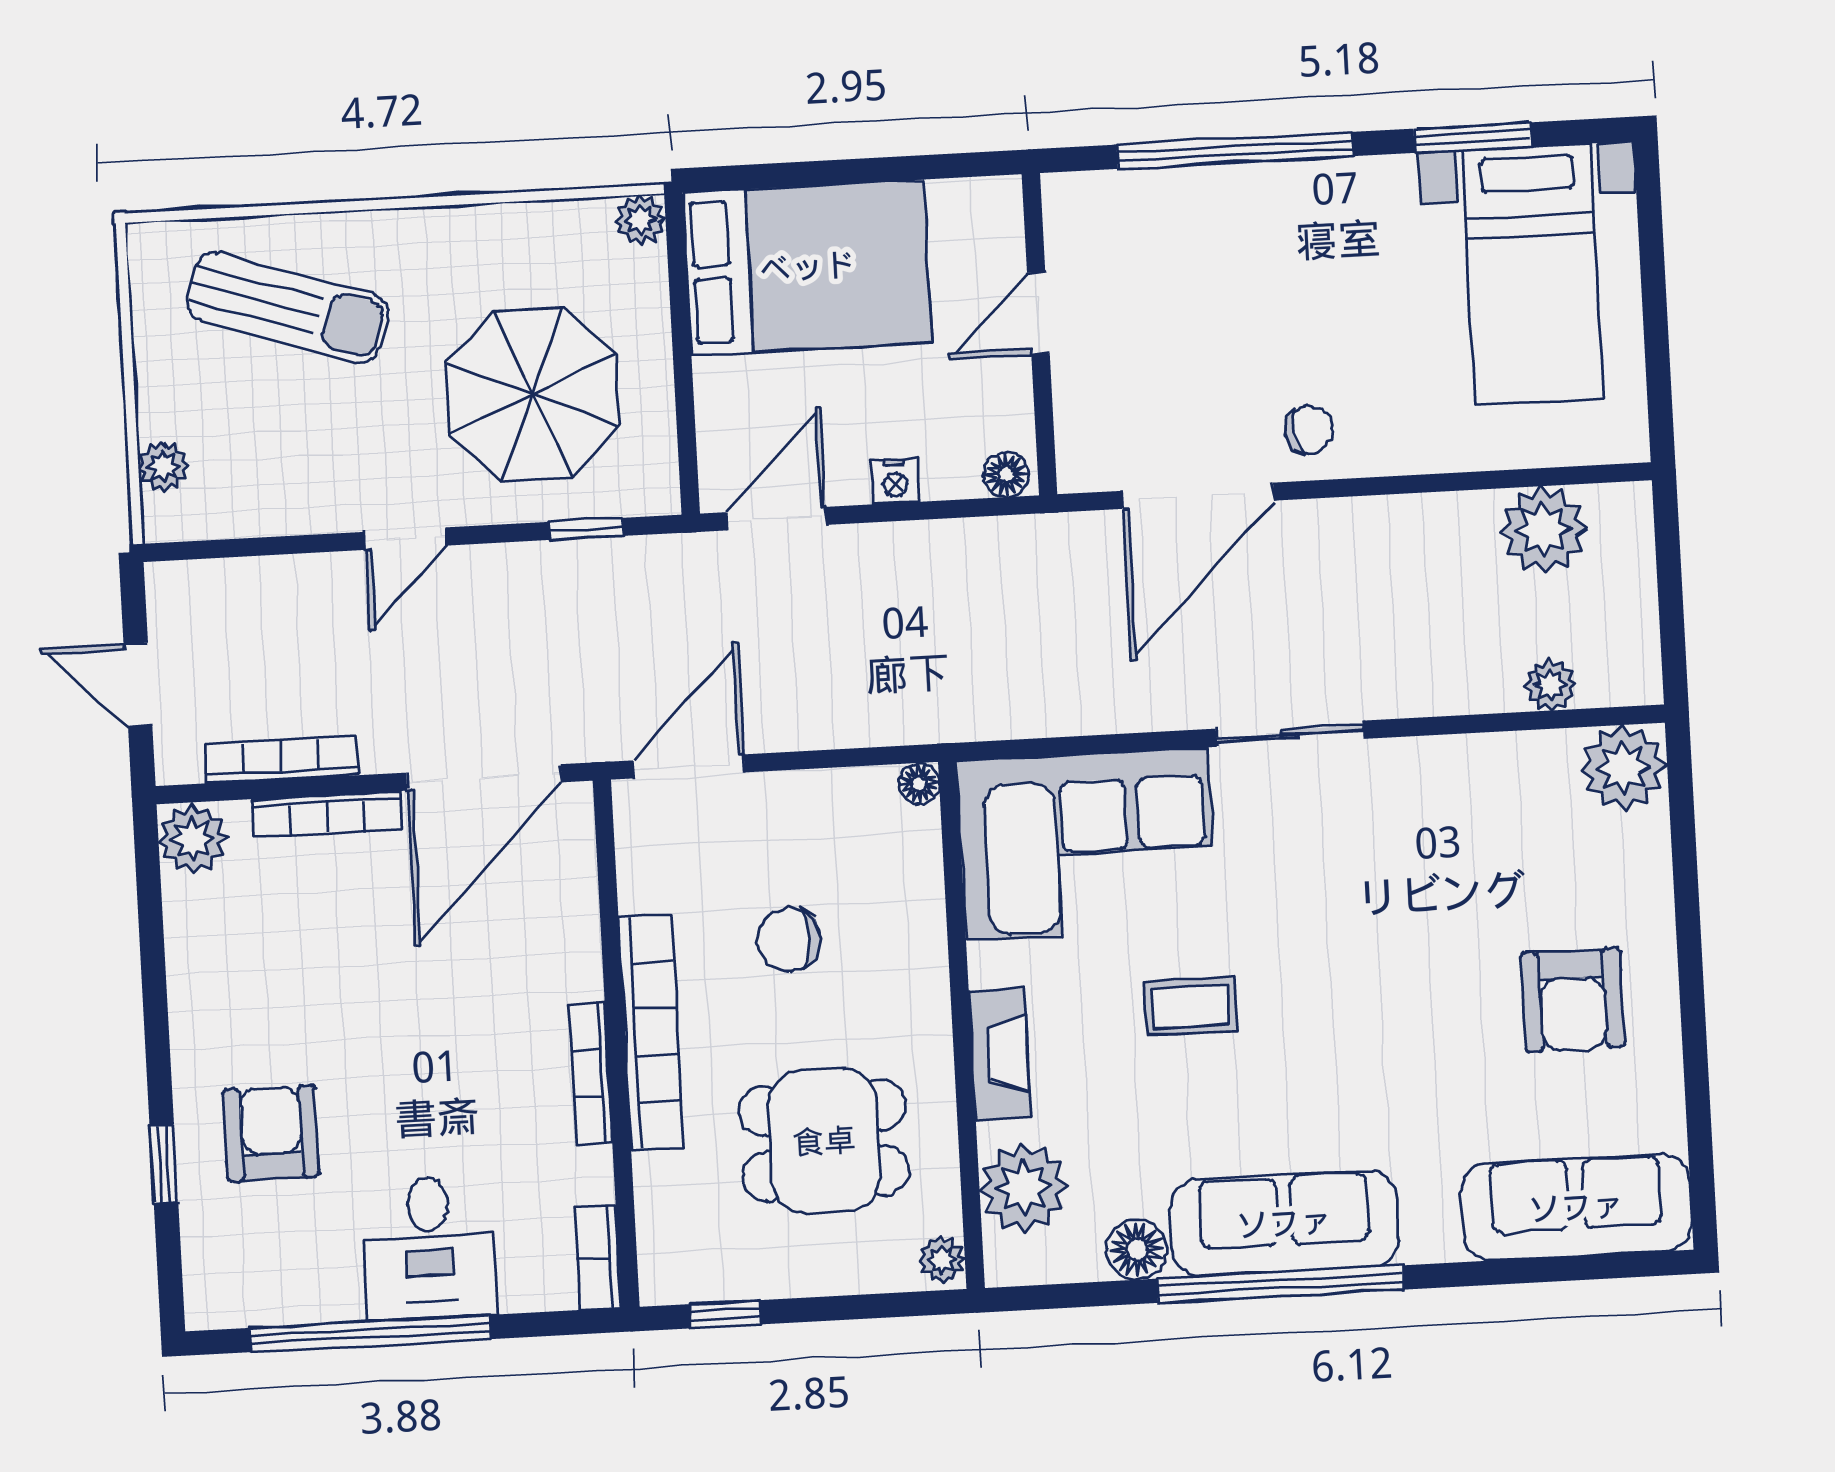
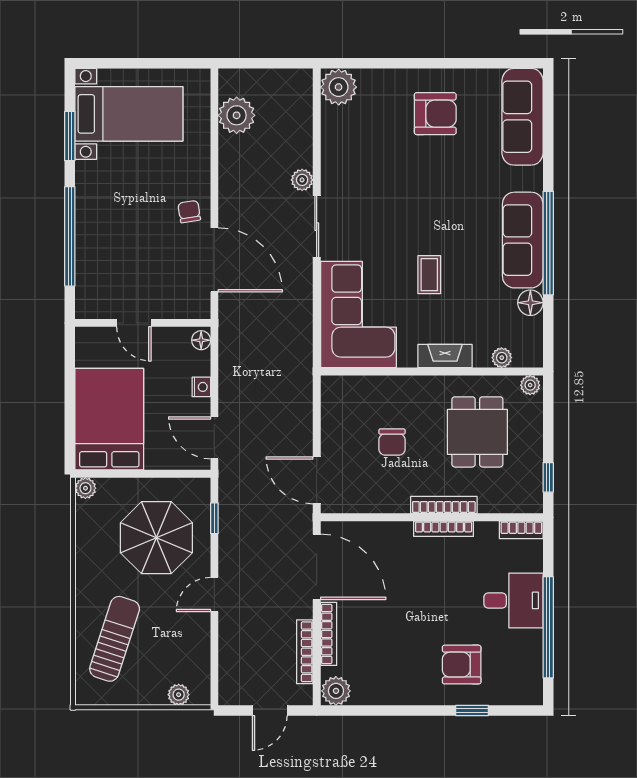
door: (405, 539) -> (214, 594), swing flipped
plant: (1550, 685) -> (302, 180), moved
floor lamp: (919, 783) -> (329, 384), removed
bookcase: (651, 1032) -> (444, 505), width x0.68, depth x0.76
plant: (1024, 1188) -> (502, 358), width x0.53, depth x0.53

